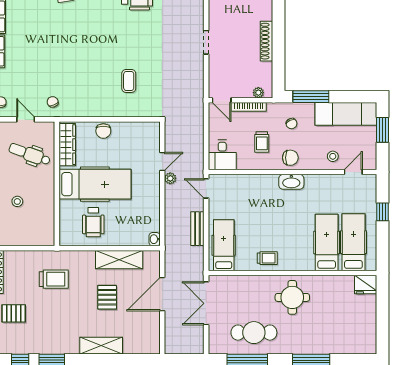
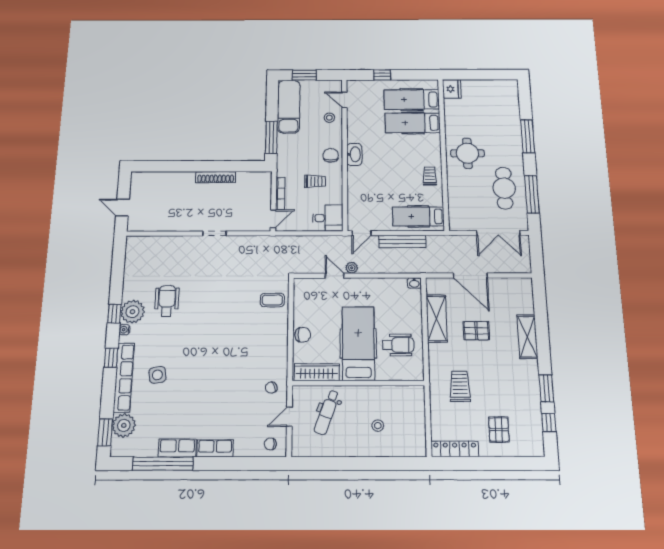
coffee table: (129, 81) -> (272, 300), moved
plant: (258, 93) -> (266, 184), removed
chair: (291, 124) -> (297, 154), removed
bench: (197, 229) -> (402, 241), width x1.36
double door: (206, 303) -> (498, 233), moved

